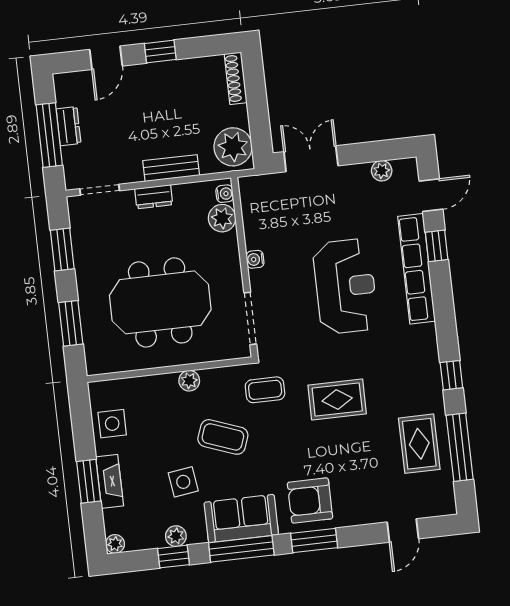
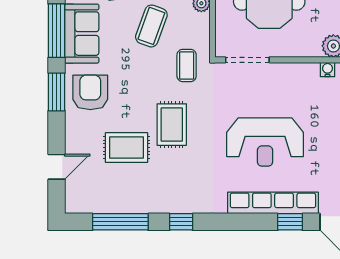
water cooler: (255, 259) -> (327, 70), moved
rug: (419, 444) -> (126, 148), moved
door: (403, 530) -> (57, 167), swing flipped

